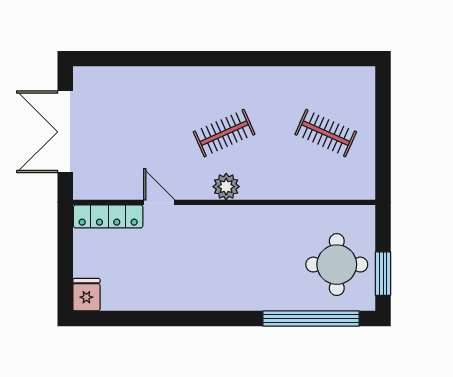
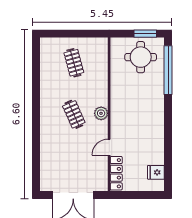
clothes rail: (326, 133) -> (74, 63), turned -39
fridge: (86, 295) -> (156, 172), moved

